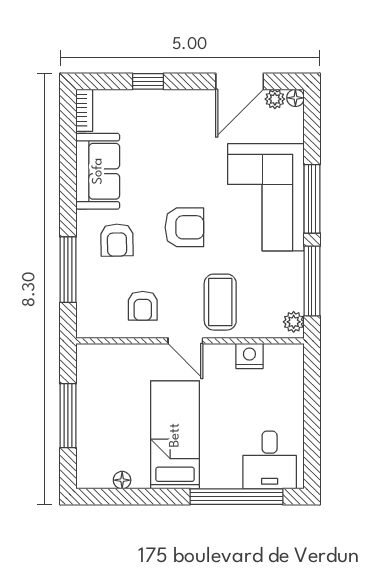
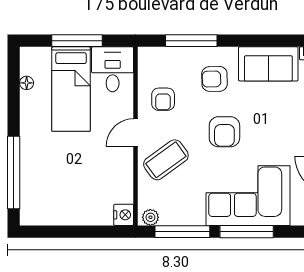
coffee table: (220, 302) -> (166, 160), turned -36
armchair: (143, 306) -> (163, 99), turned -90
nightstand: (249, 356) -> (124, 215), moved
bed: (175, 435) -> (71, 89), moved, turned 90
desk: (270, 460) -> (113, 69), moved, turned 90

